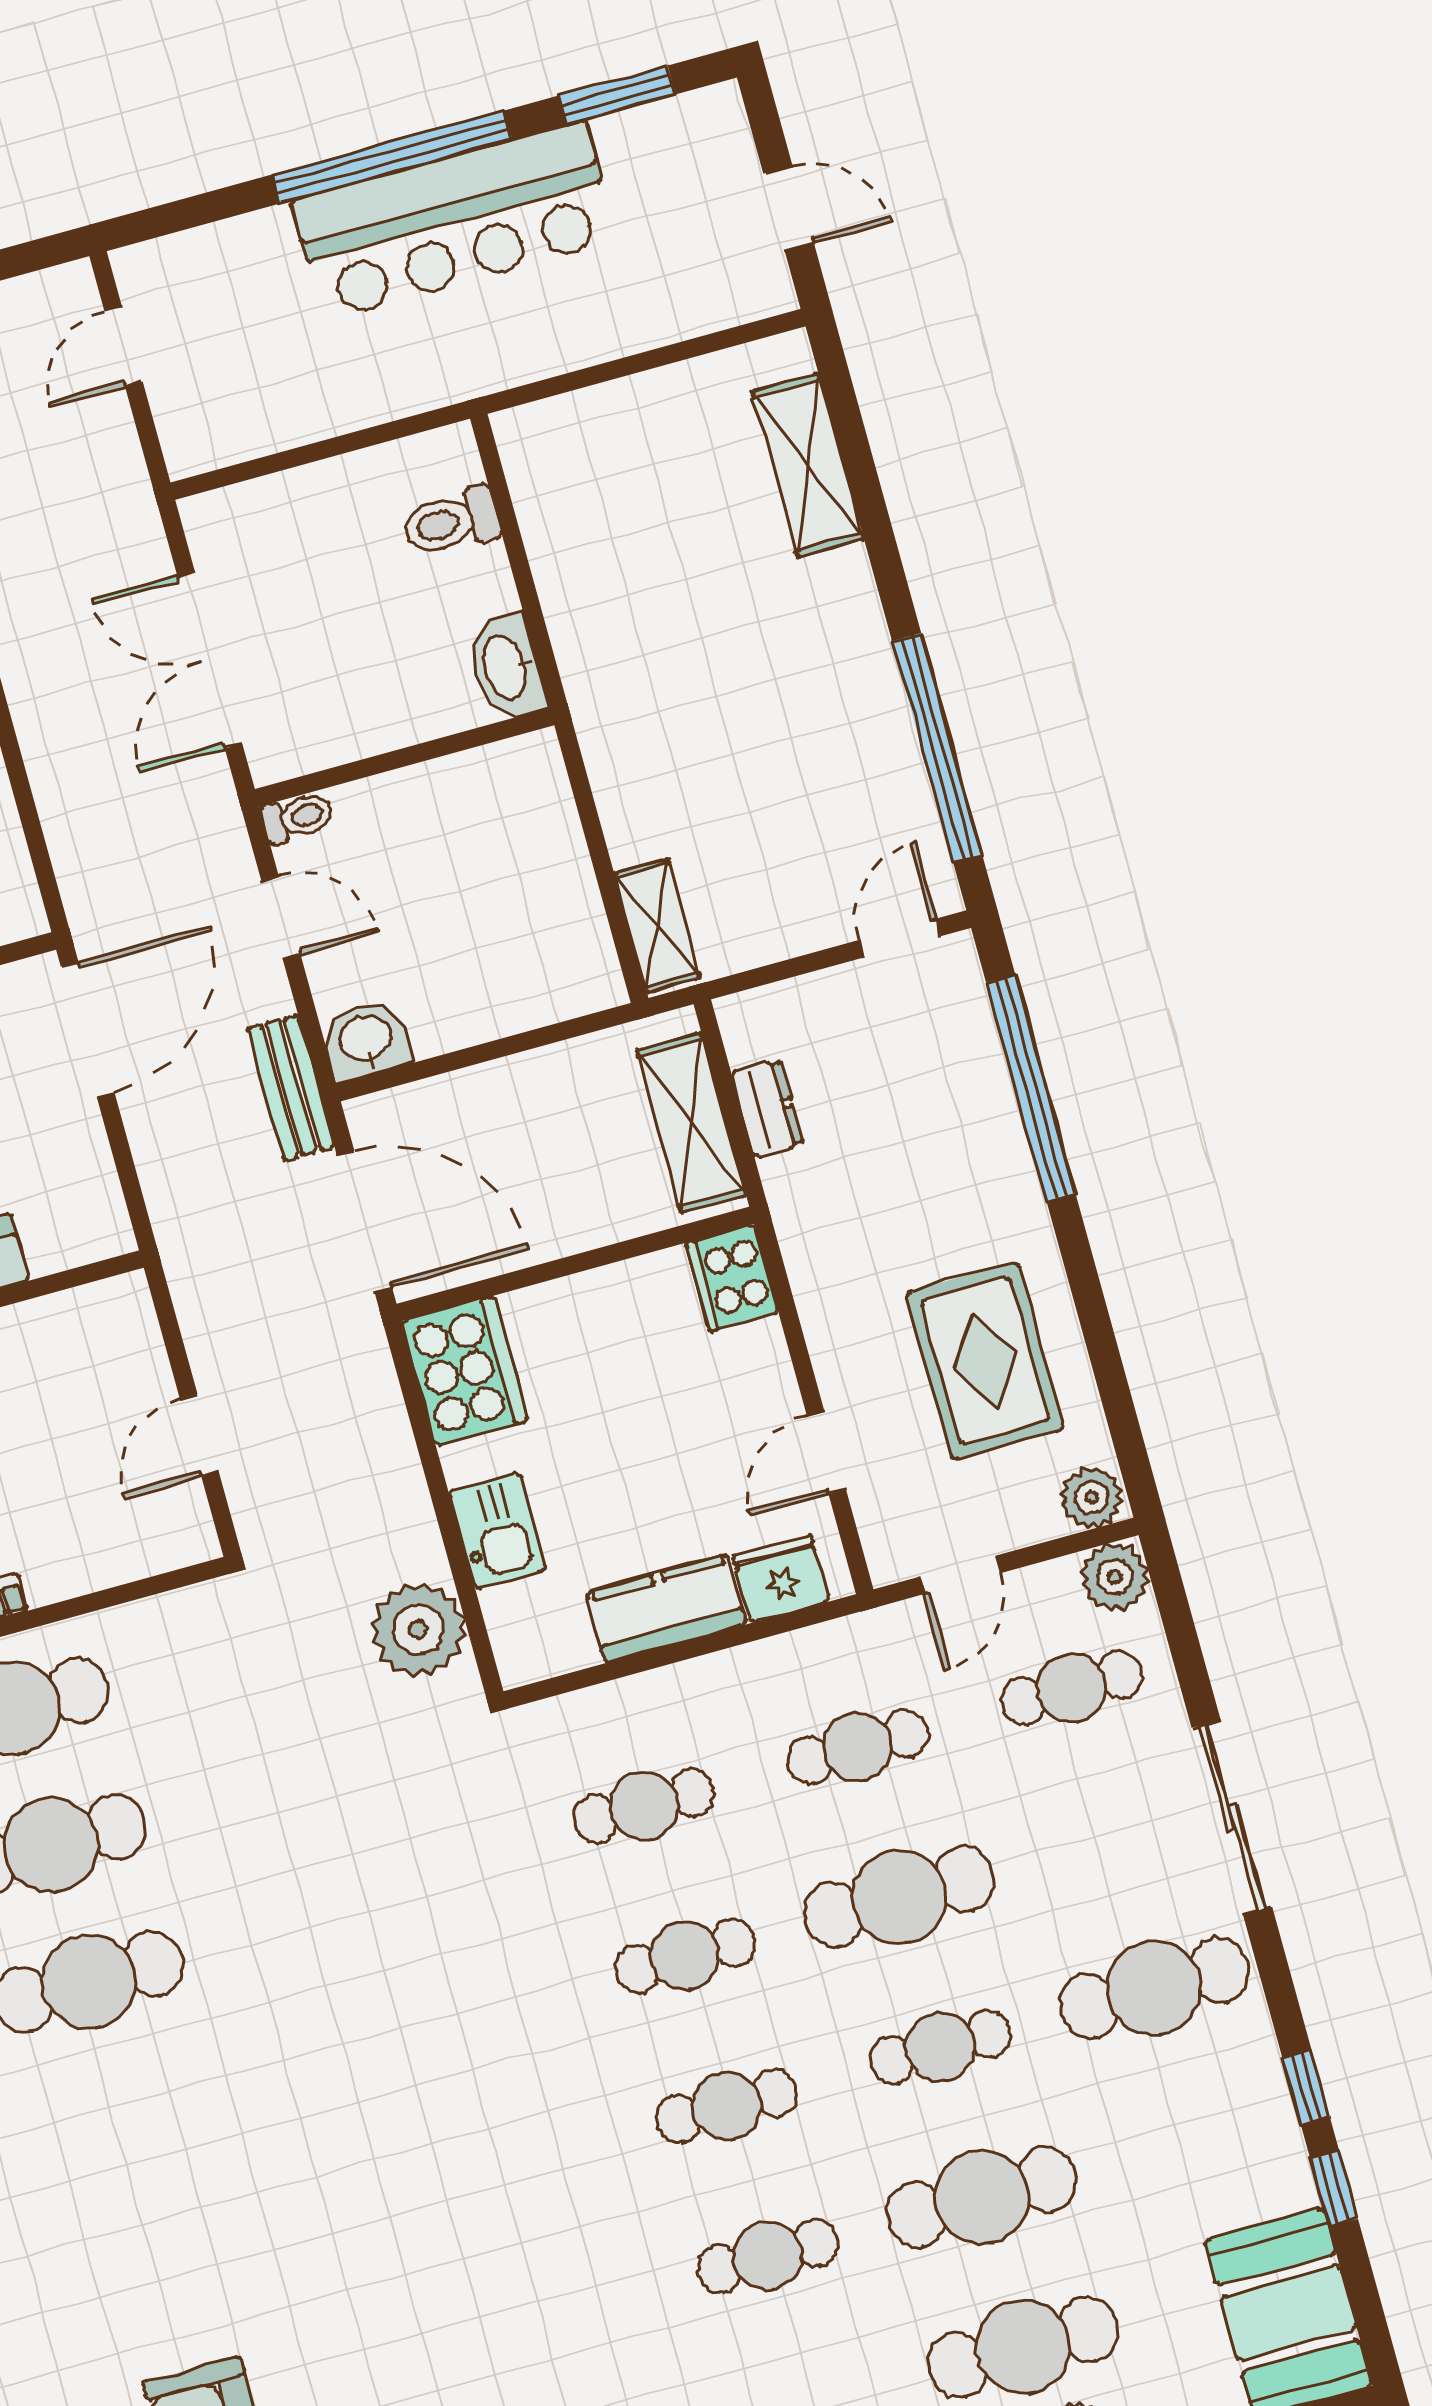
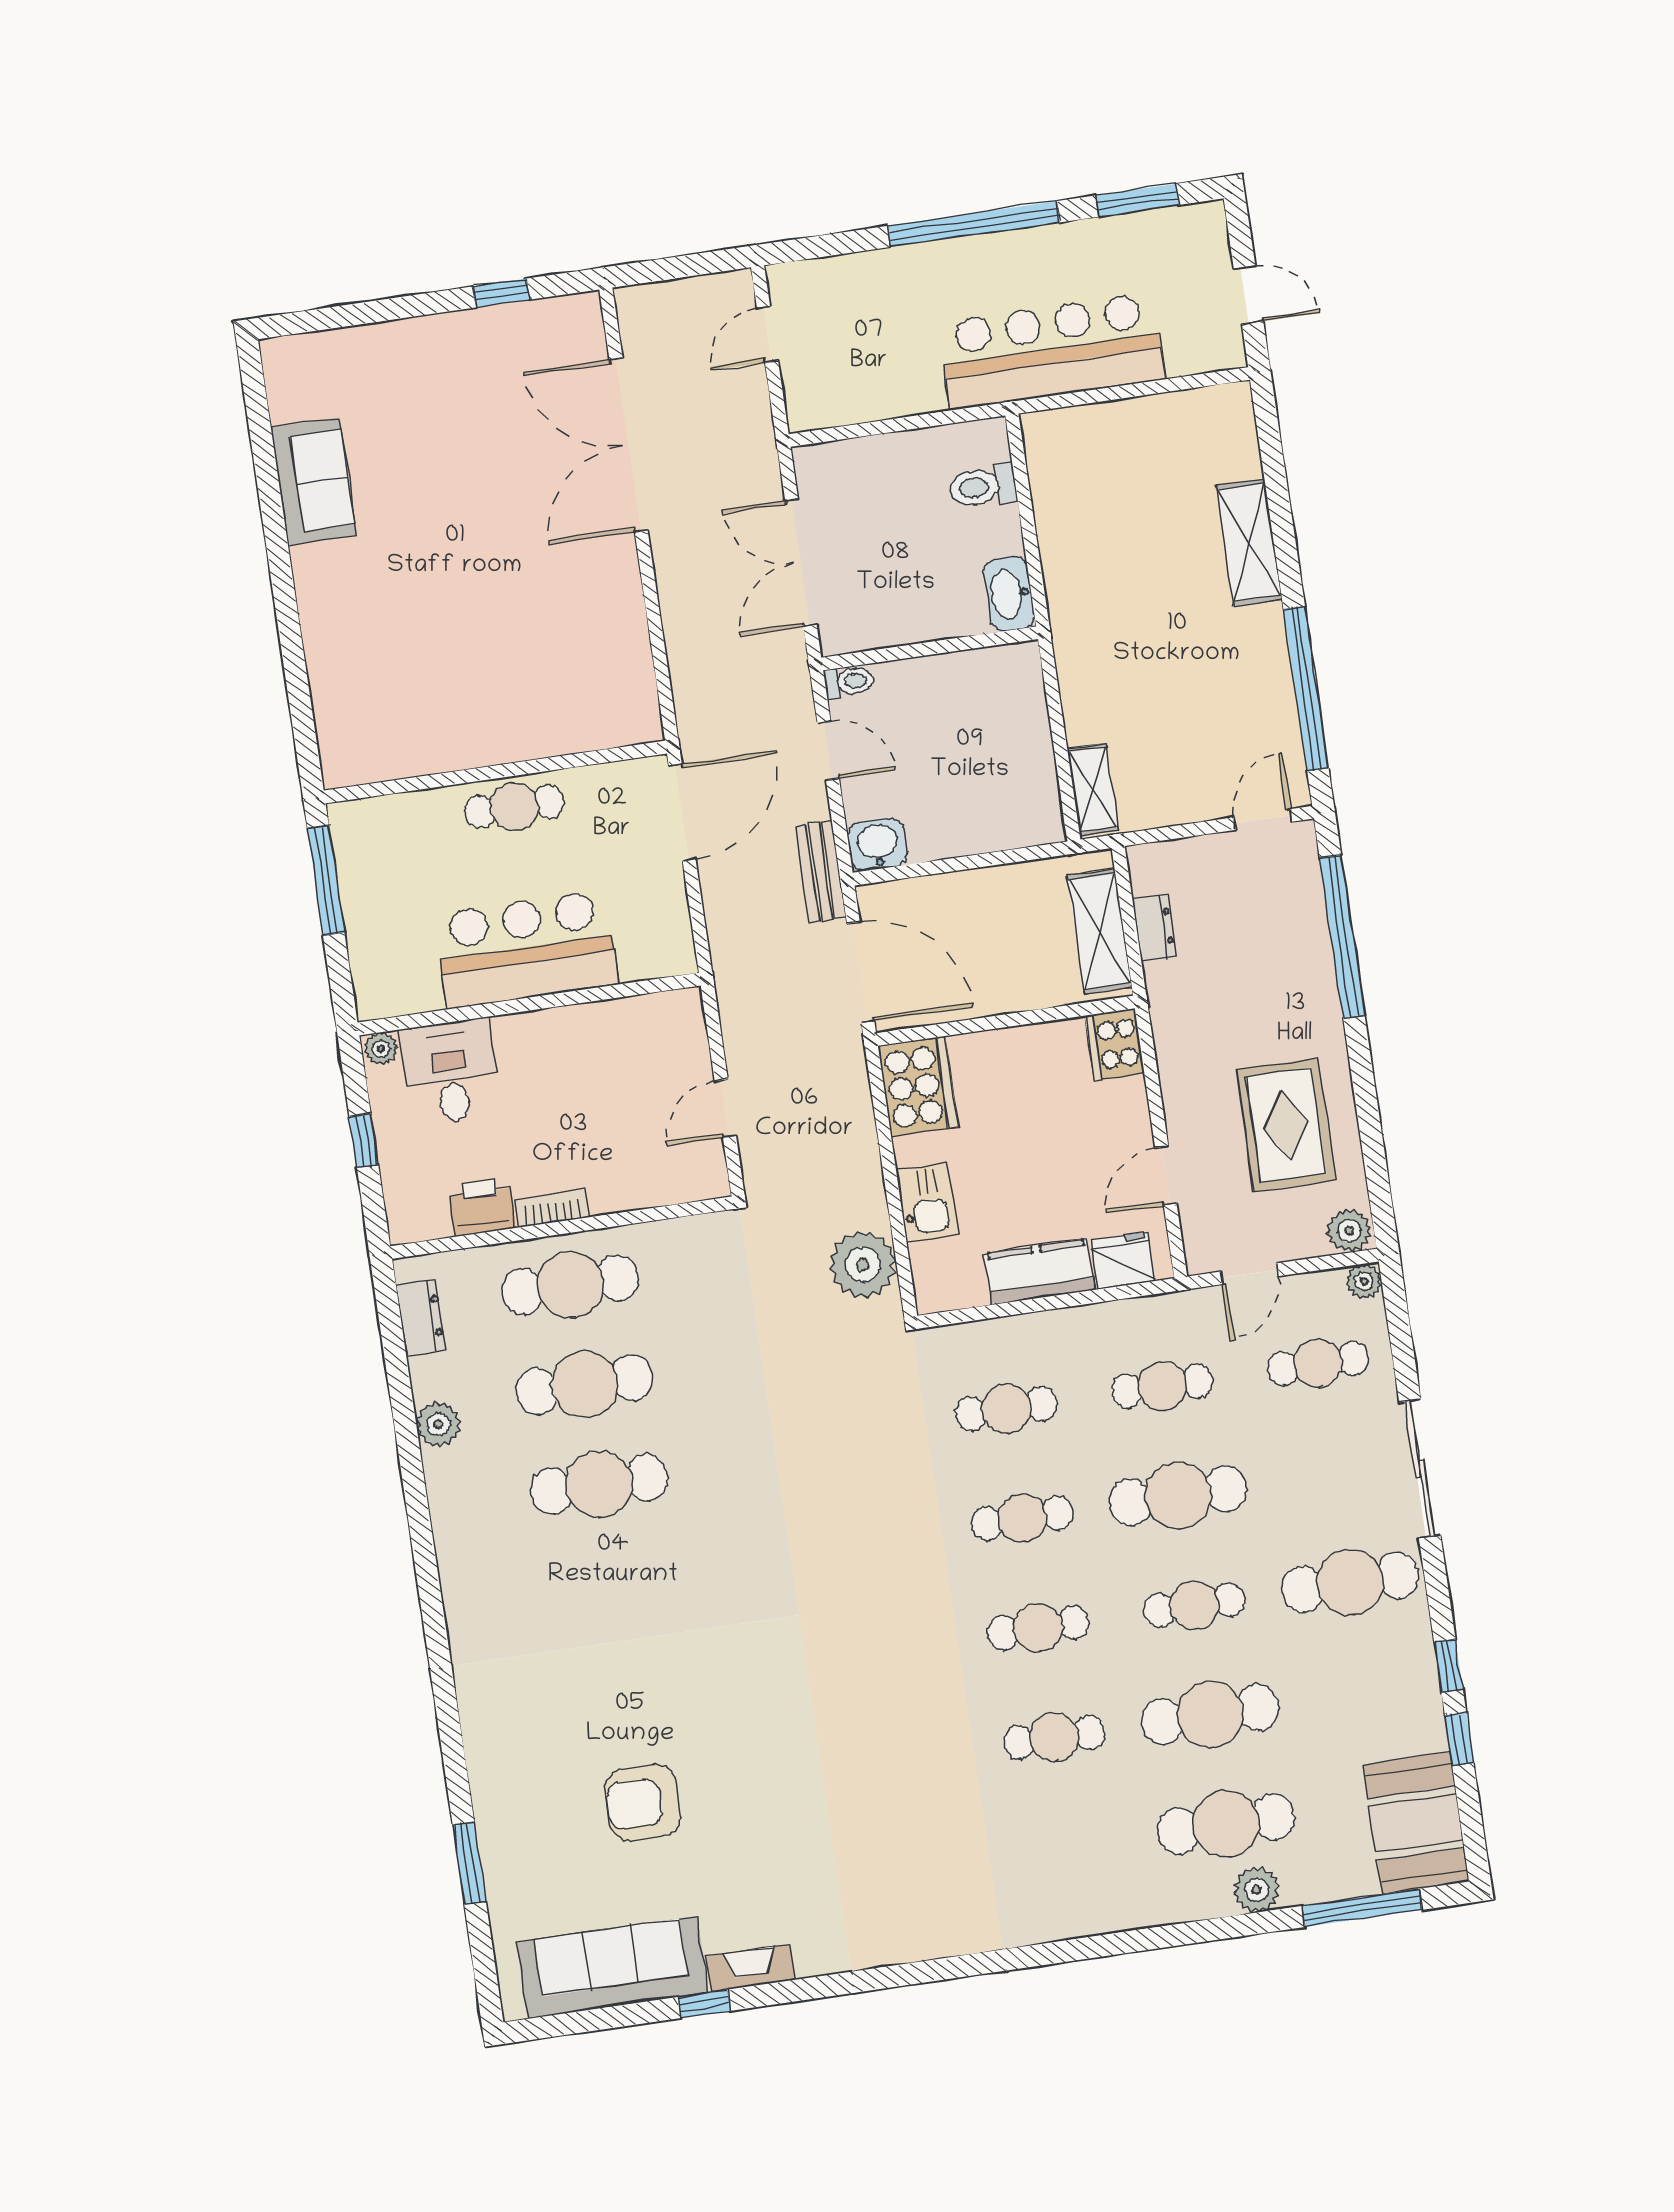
bar counter: (454, 220) -> (1052, 351), moved, turned 180
shelving: (808, 465) -> (1249, 543), moved
plant: (1115, 1577) -> (1364, 1281), width x0.73, depth x0.73

